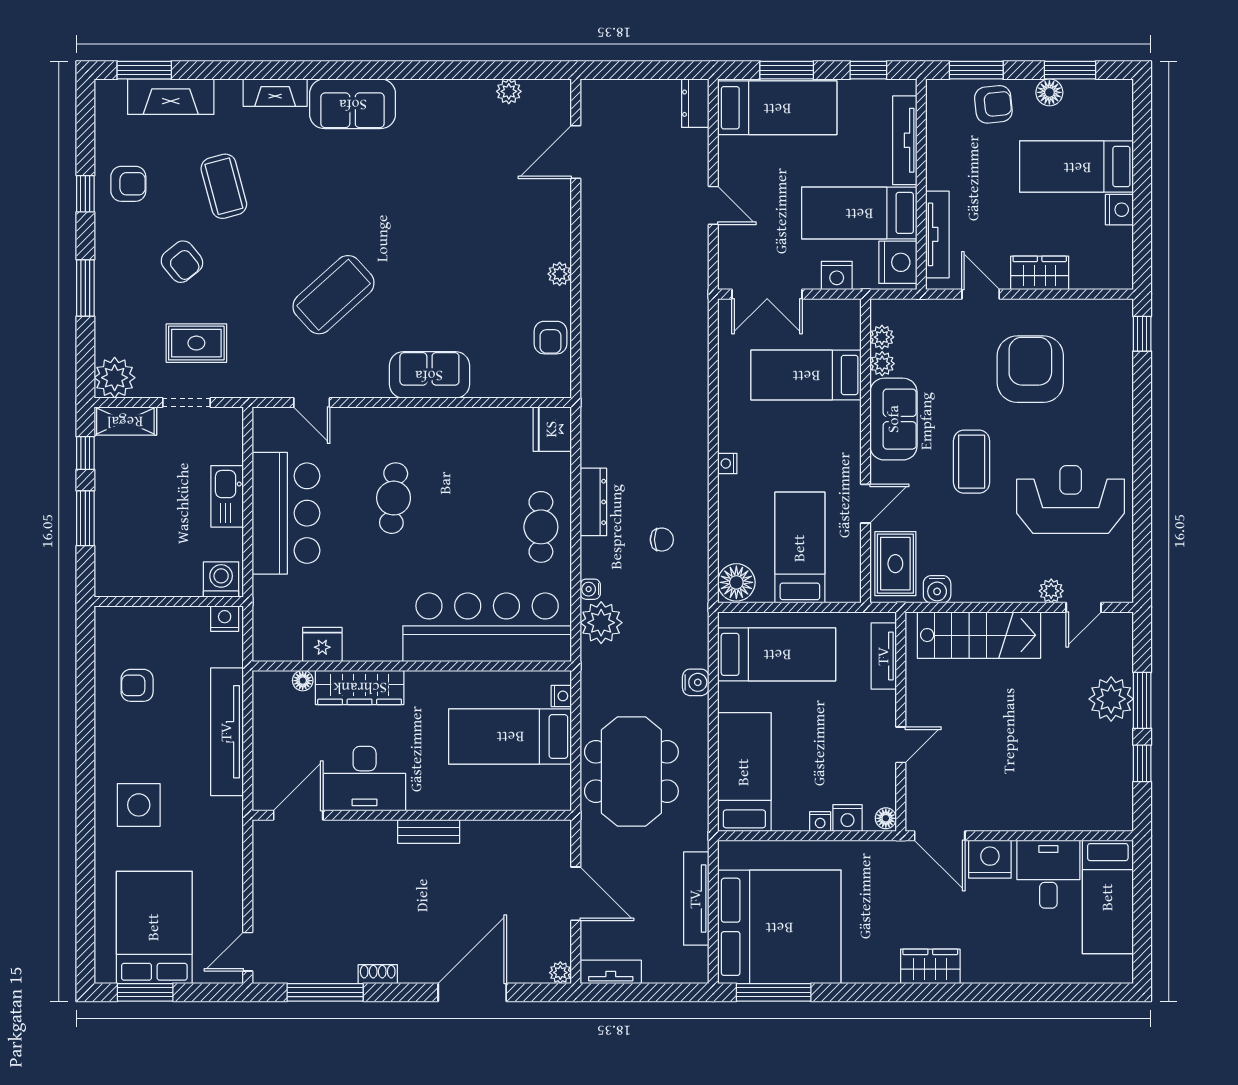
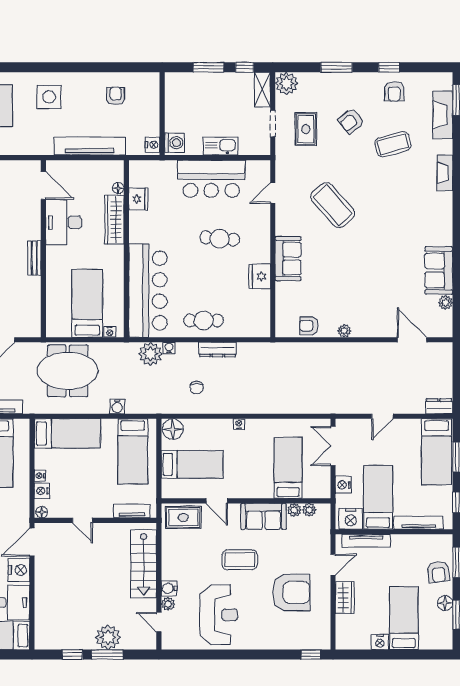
sofa: (353, 104) -> (439, 270), moved
fridge: (552, 429) -> (260, 276), moved, turned -90
water cooler: (937, 589) -> (169, 588), moved

